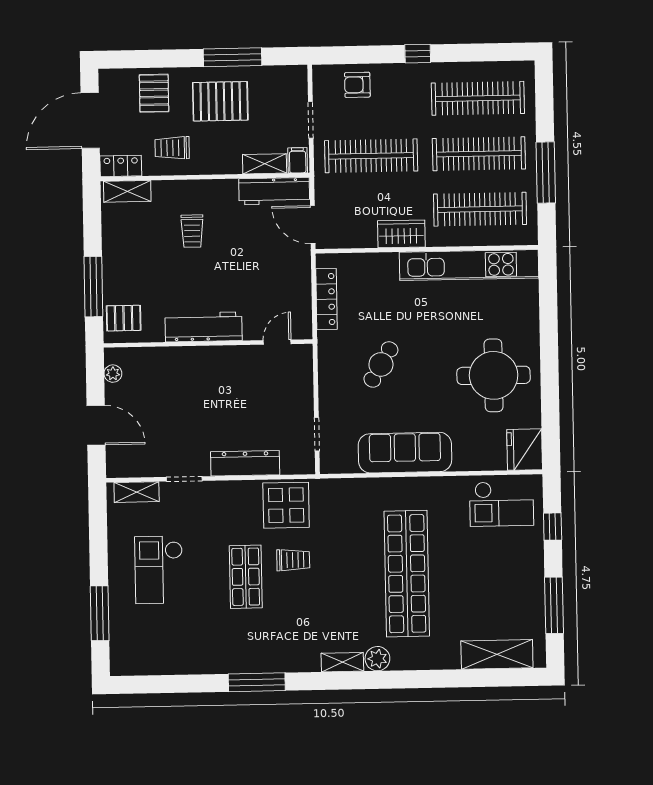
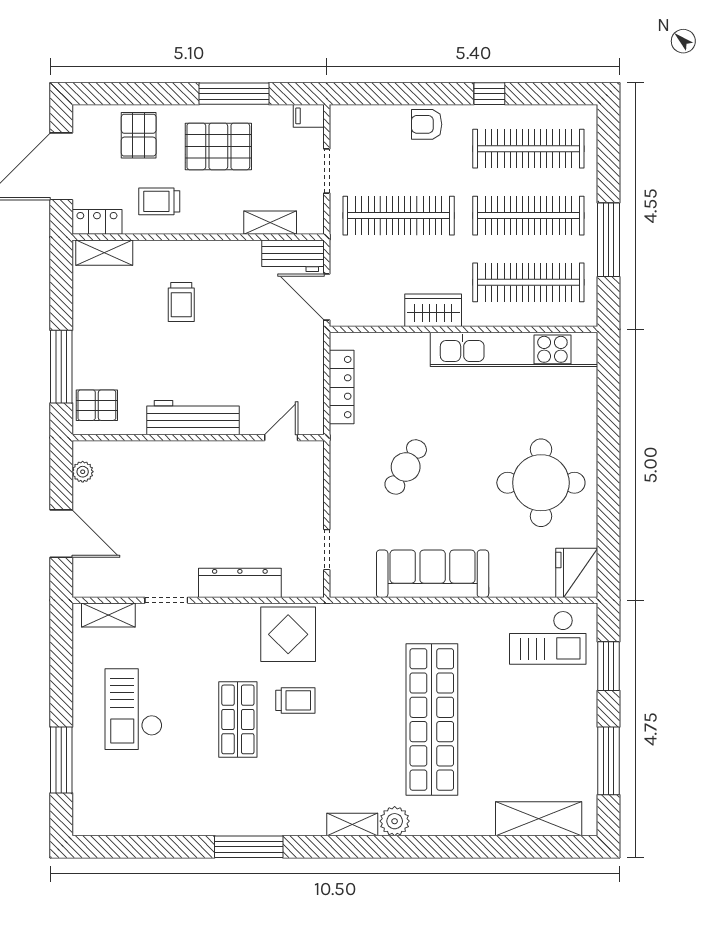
window: (418, 54) -> (489, 94), moved
armchair: (357, 85) -> (427, 124), moved
filing cabinet: (298, 160) -> (309, 116), moved, turned -90
workbench: (274, 191) -> (293, 256), width x0.73
window: (553, 527) -> (608, 666), width x1.50

